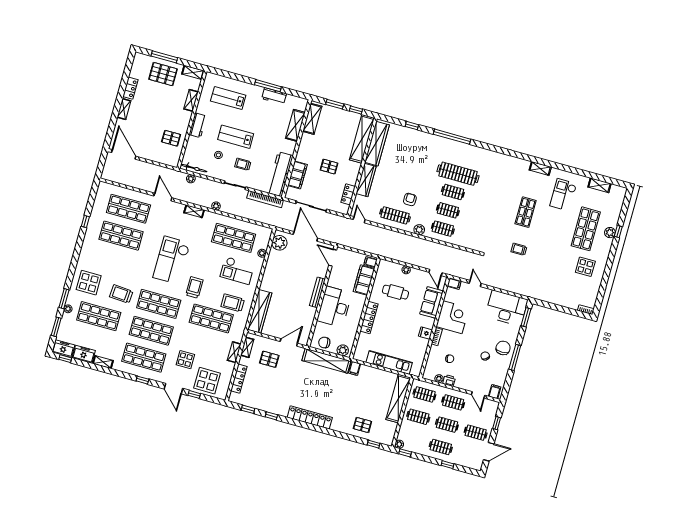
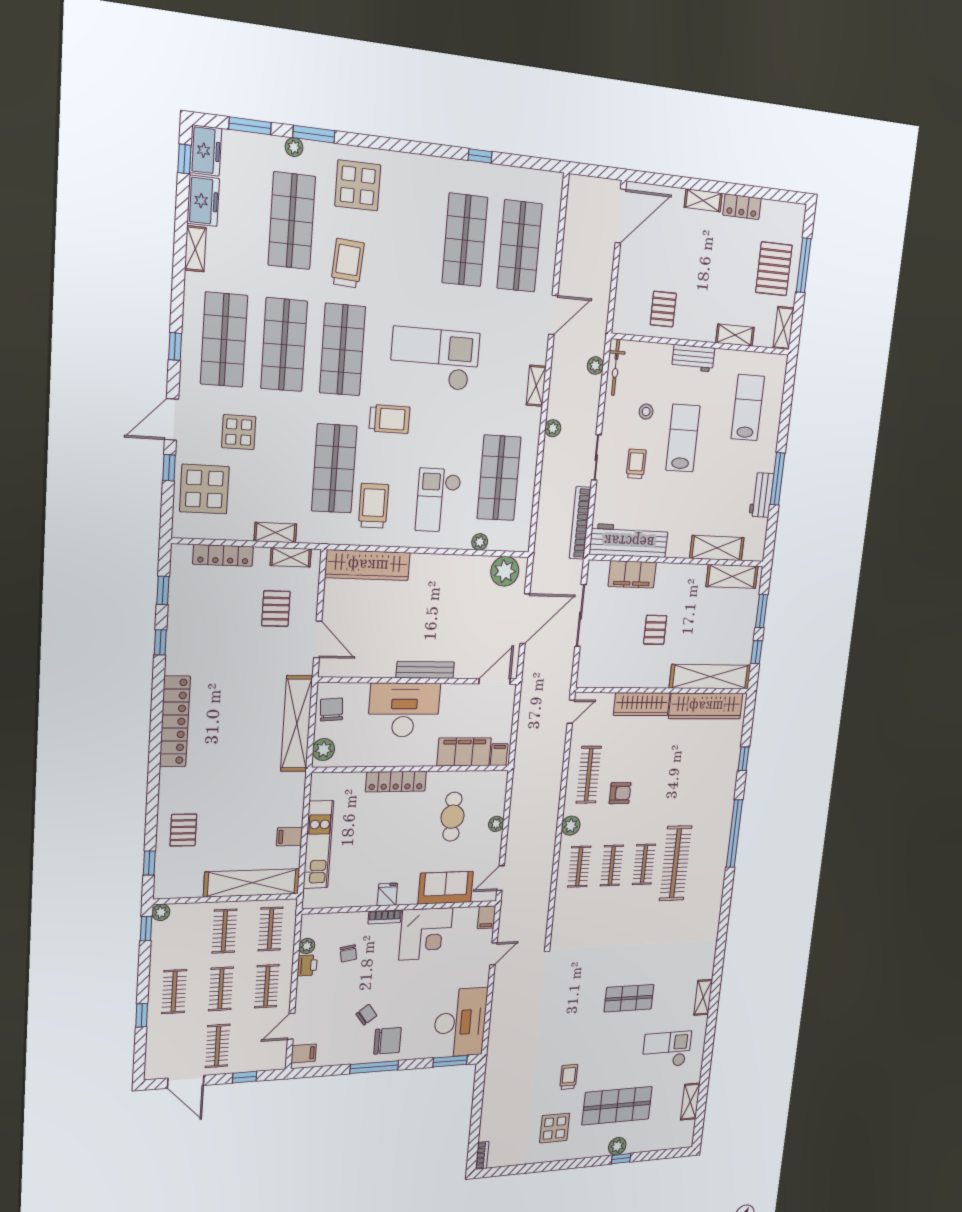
locker: (348, 194) -> (612, 678), removed
trolley: (519, 249) -> (569, 1077), moved
filing cabinet: (355, 368) -> (289, 837), moved

